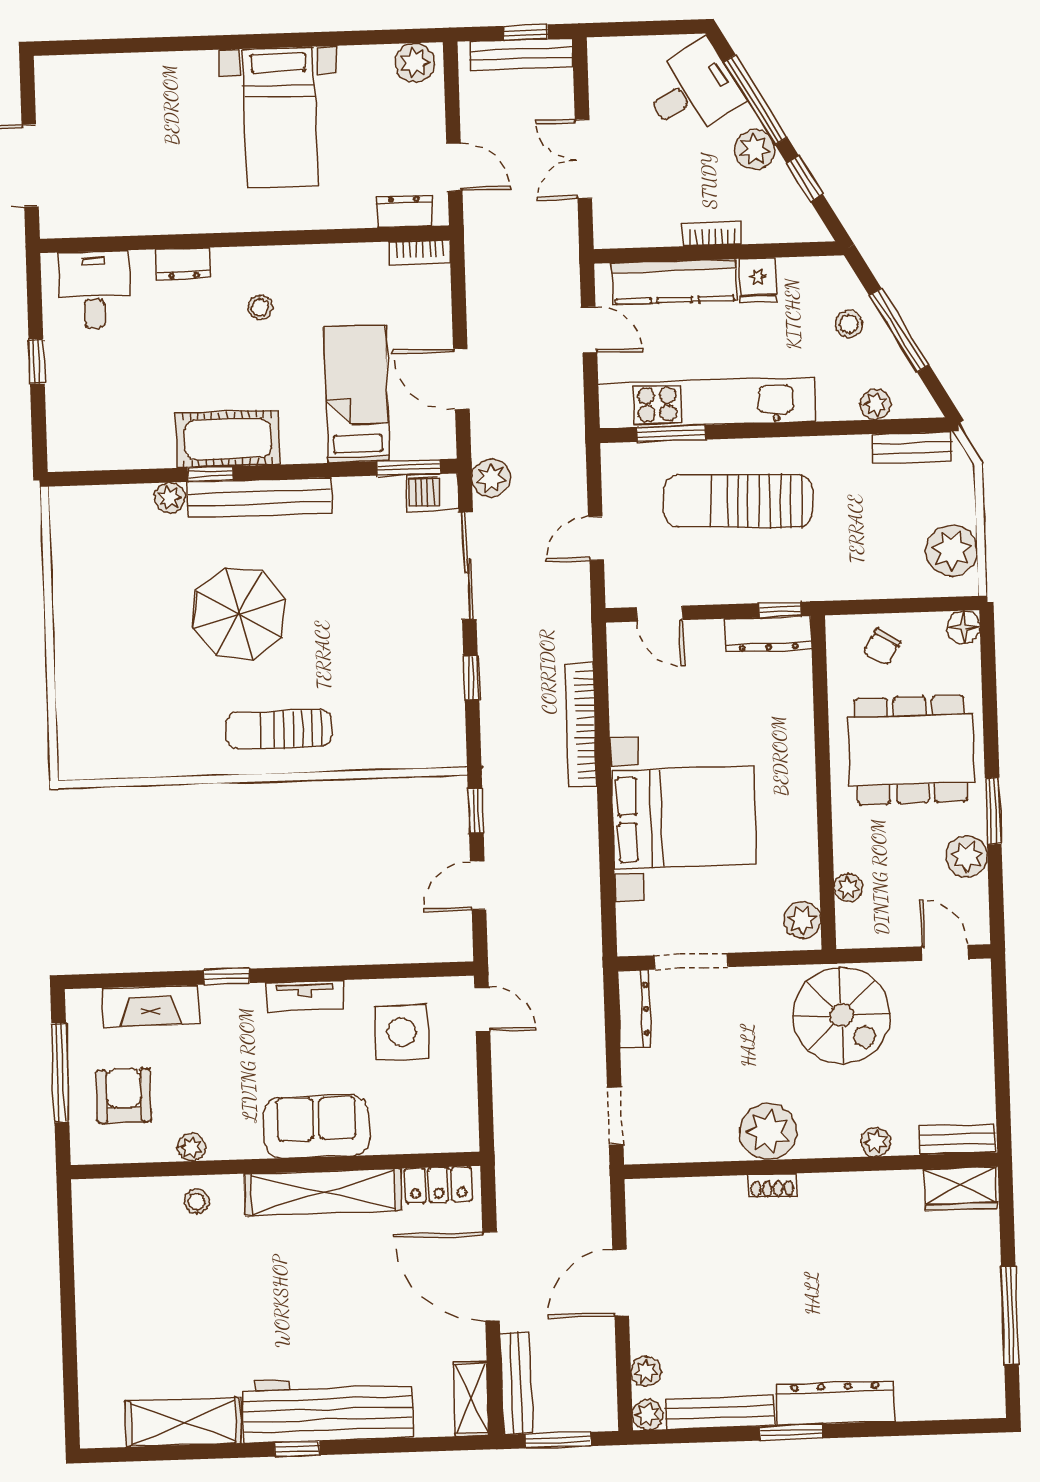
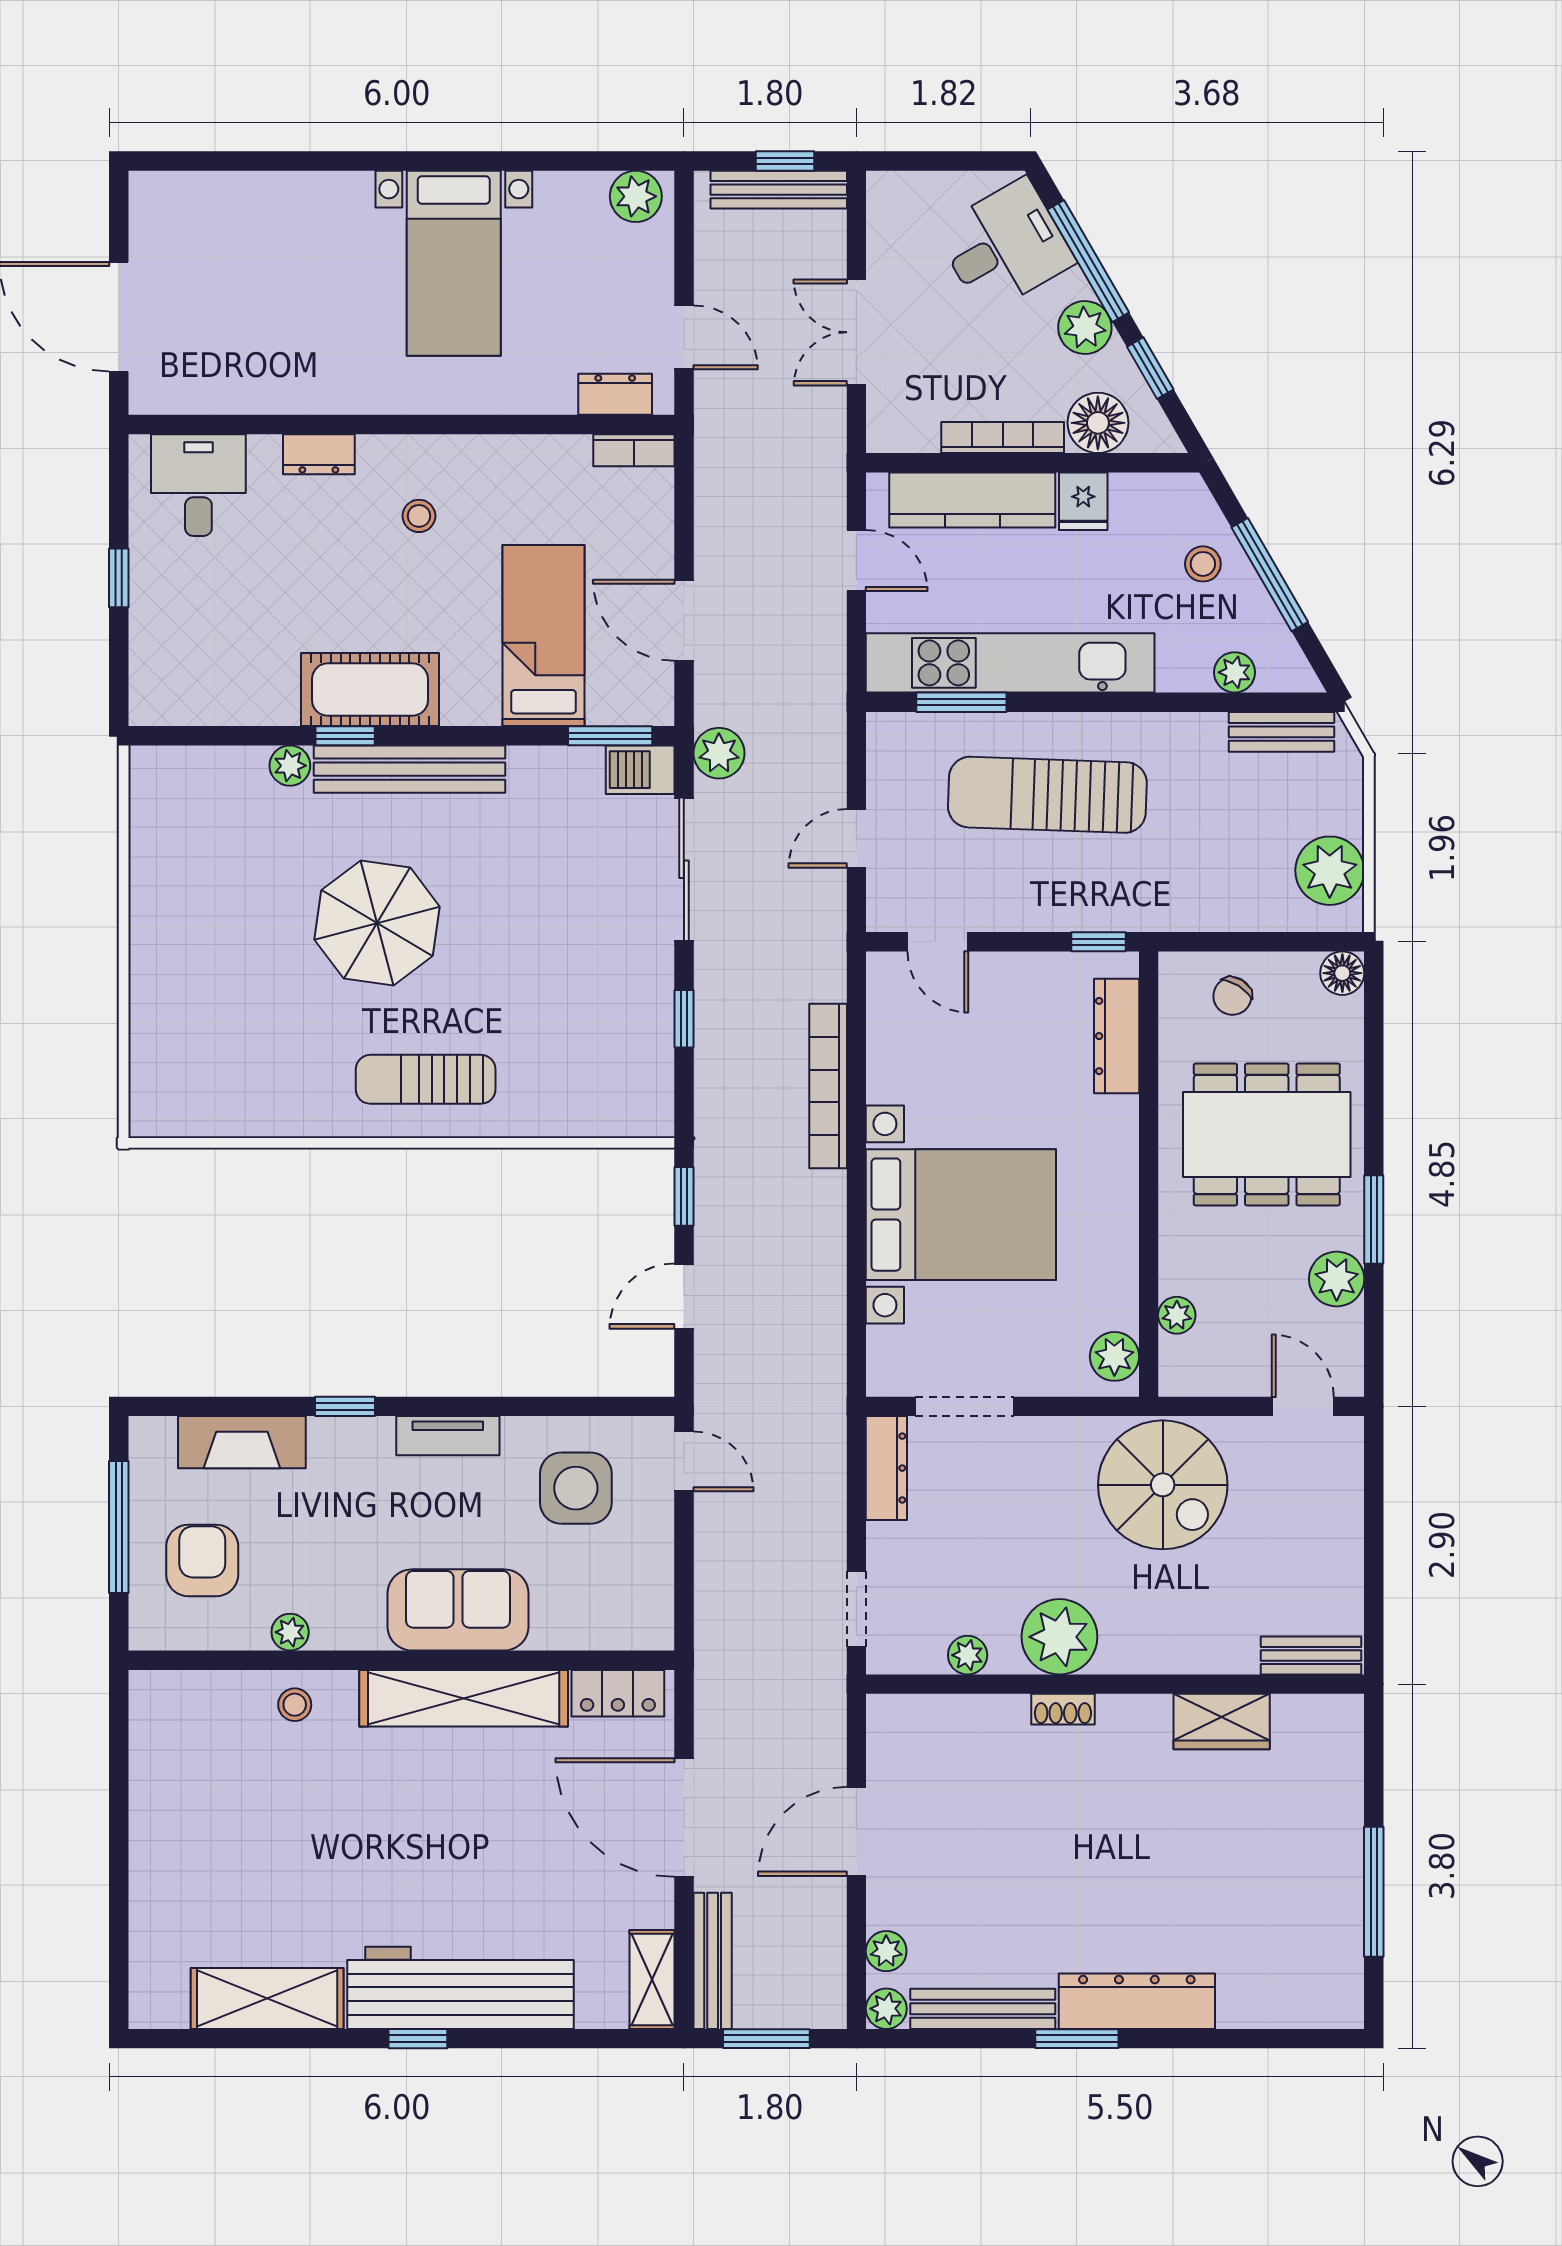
floor lamp: (767, 221) -> (1098, 423), added
bookcase: (712, 234) -> (1003, 438), width x1.56
dresser: (768, 634) -> (1117, 1036), moved, turned 90
plant: (876, 1142) -> (968, 1655), moved
wardrobe: (961, 1189) -> (1222, 1722), moved

